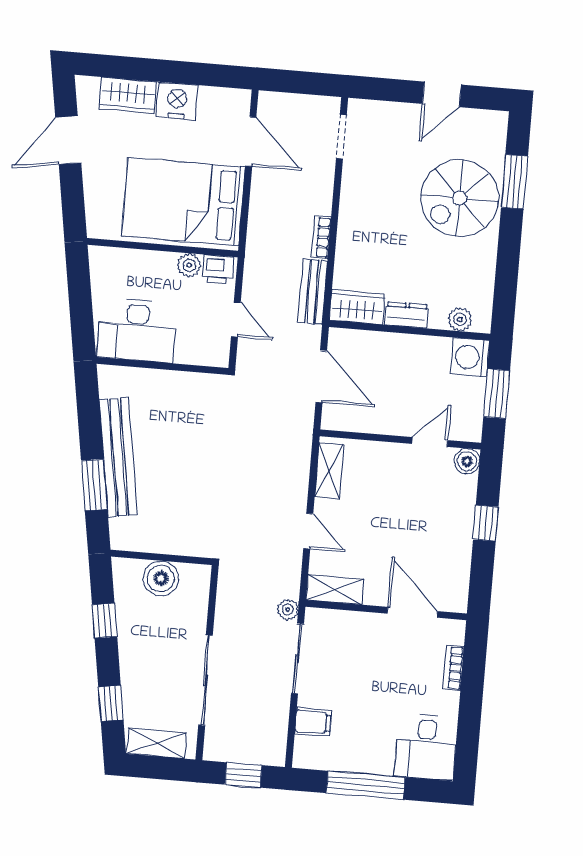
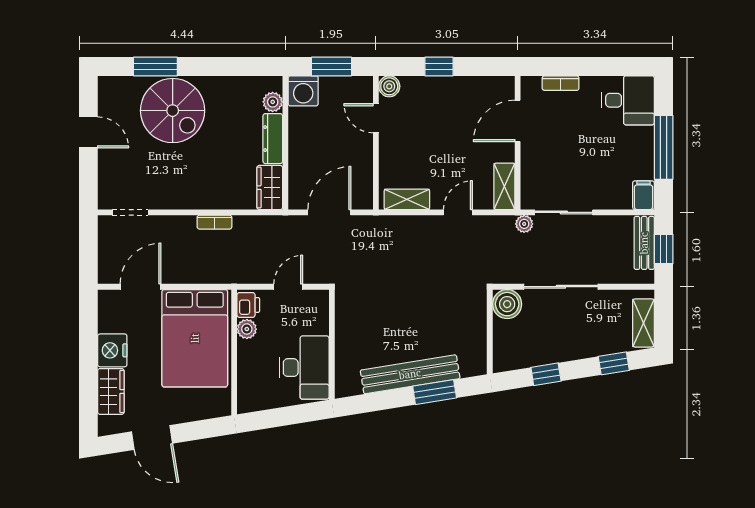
bench: (313, 292) -> (644, 243), moved, turned 90
dresser: (407, 315) -> (273, 139), width x1.44
boiler: (161, 578) -> (507, 304), moved
sliding door: (206, 680) -> (561, 287), moved
filing cabinet: (313, 722) -> (643, 195), moved

